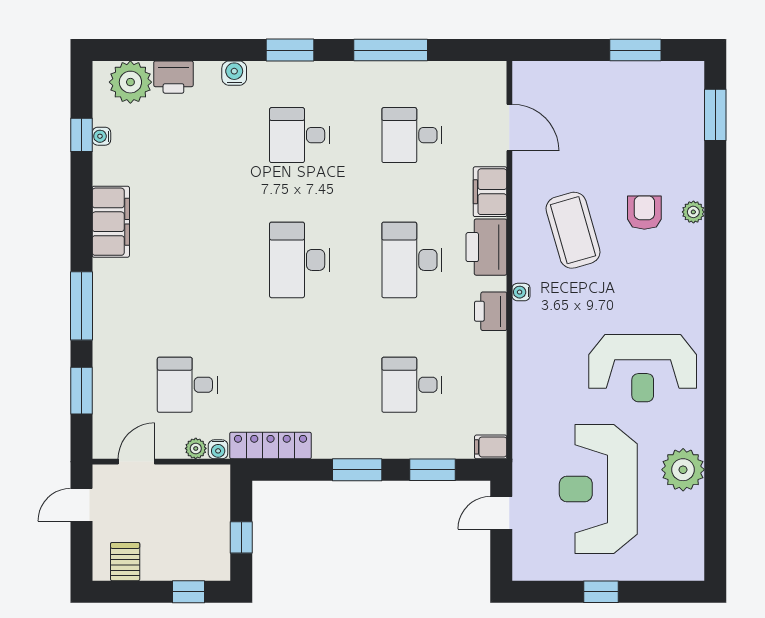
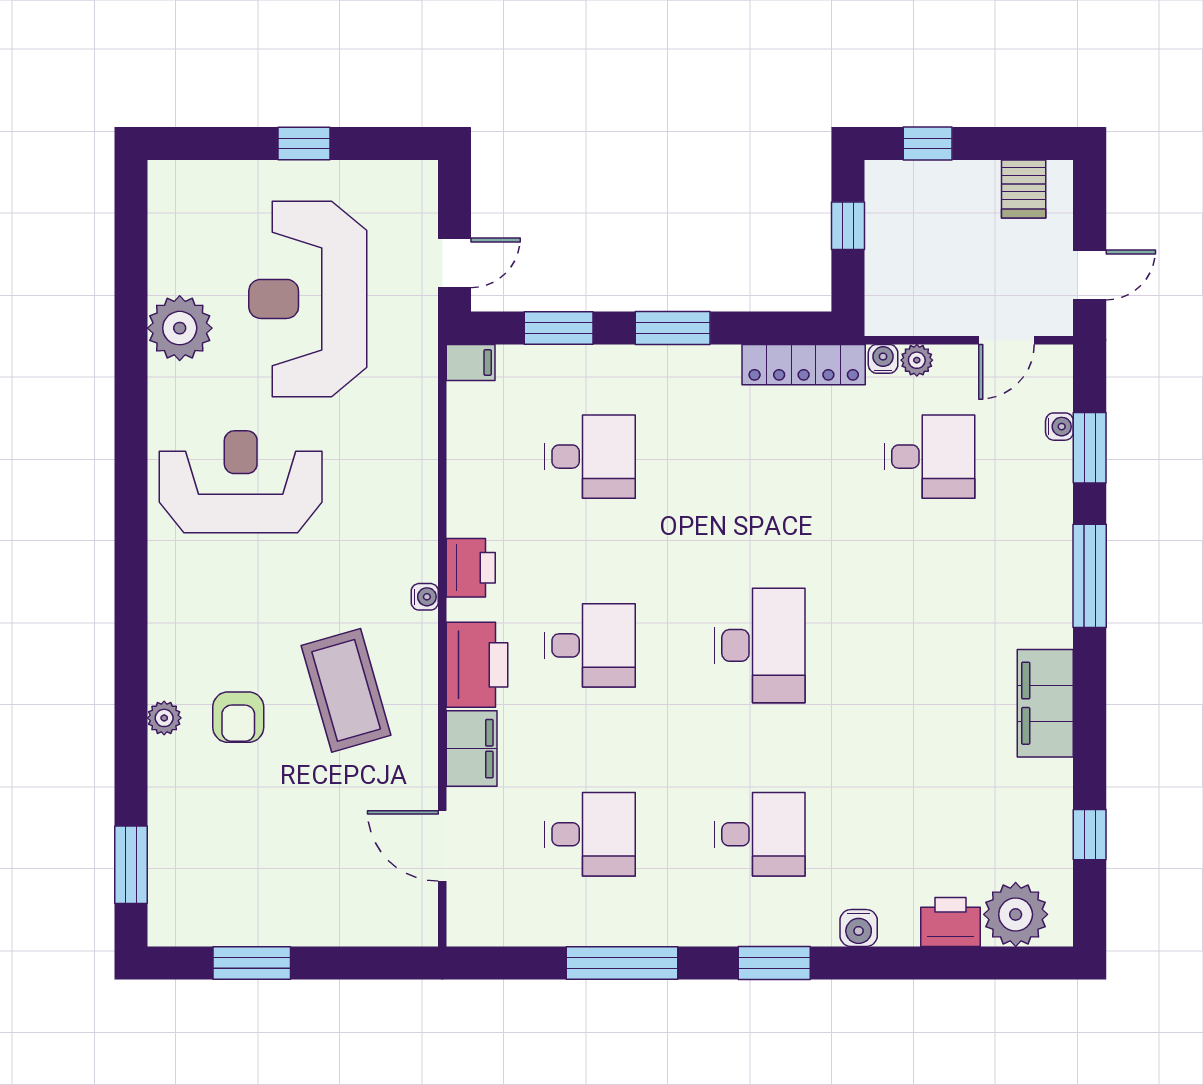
water cooler: (101, 136) -> (1059, 427), moved
desk: (412, 260) -> (590, 645), width x0.73
reception desk: (598, 489) -> (308, 299), turned 180

